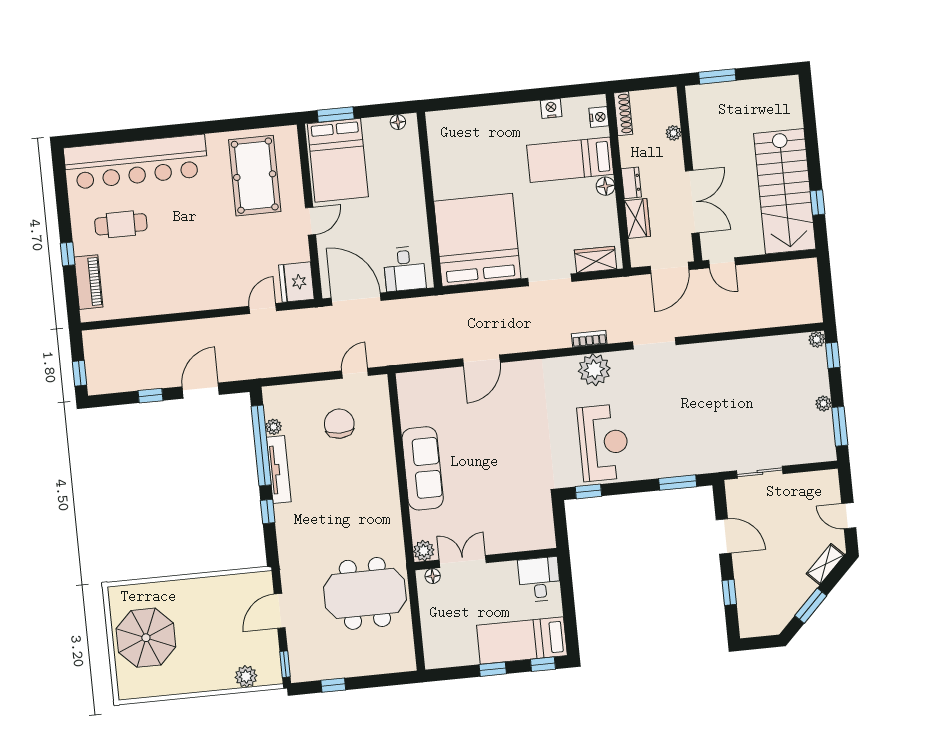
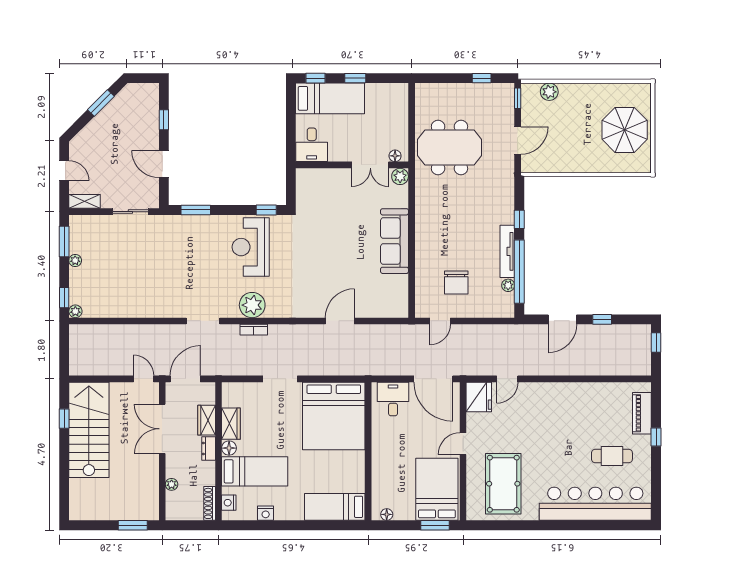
bed: (465, 125) -> (335, 507), added
wardrobe: (596, 260) -> (231, 424), moved, turned -90
shelving: (825, 564) -> (84, 201), moved, turned 45

